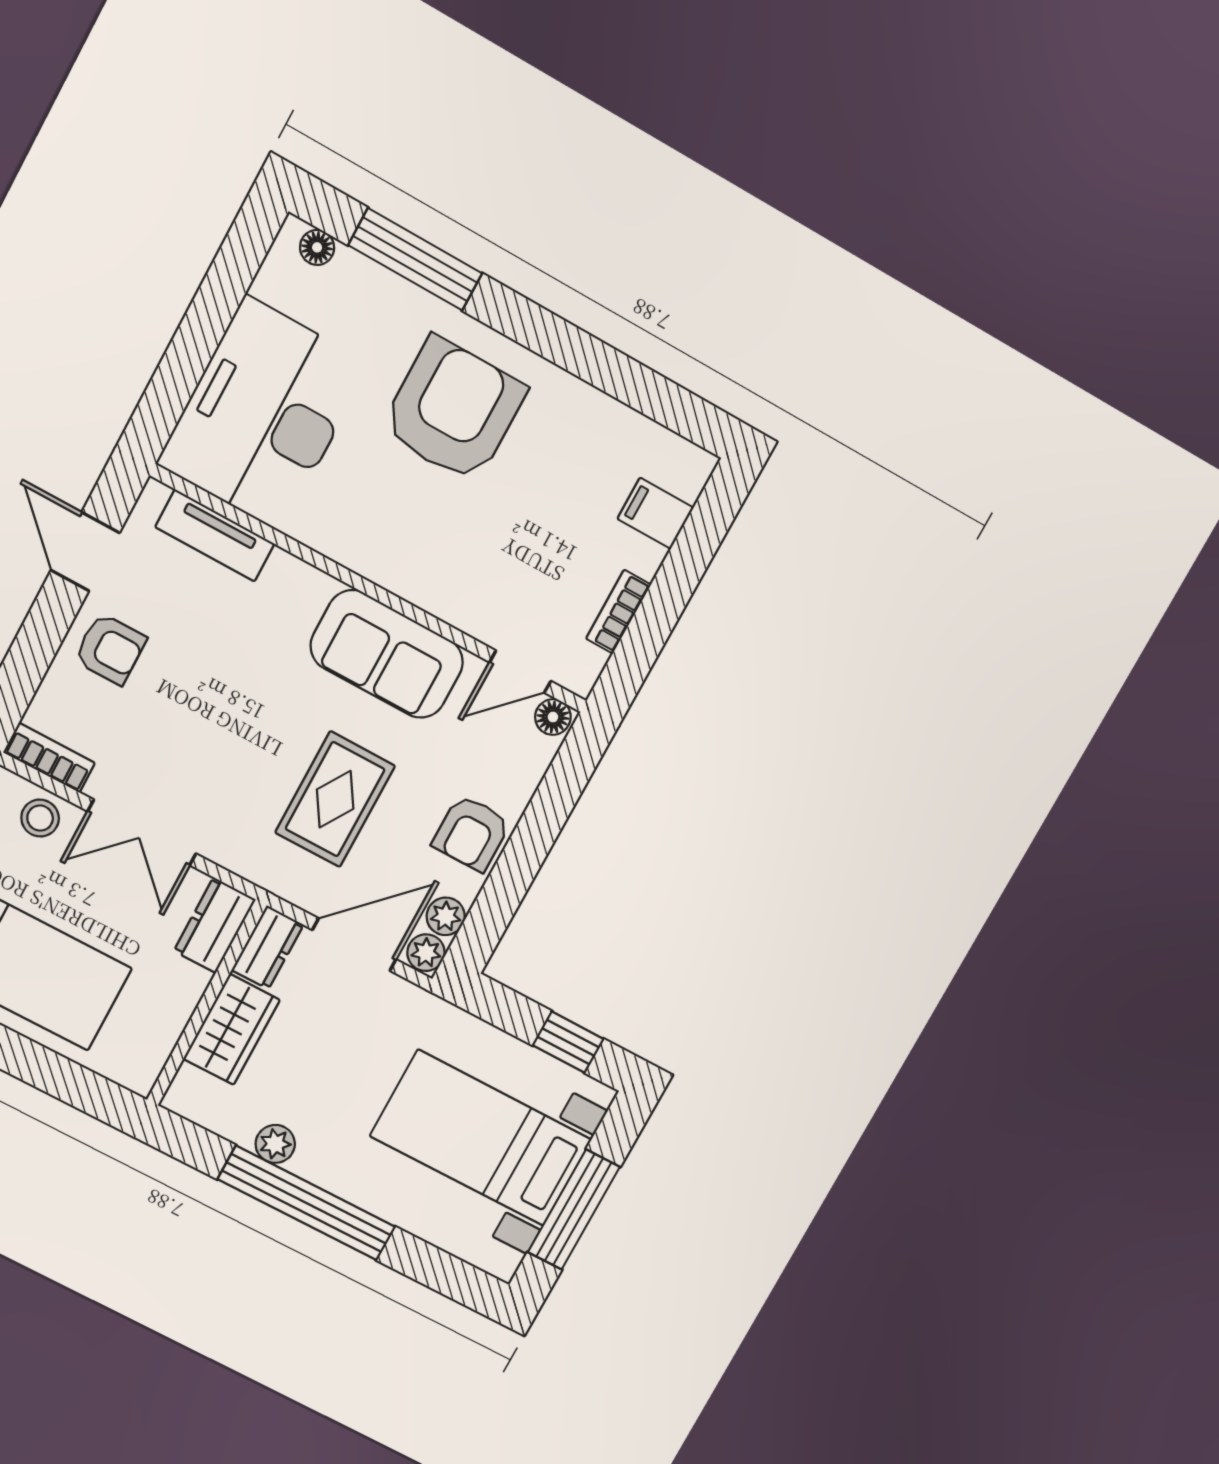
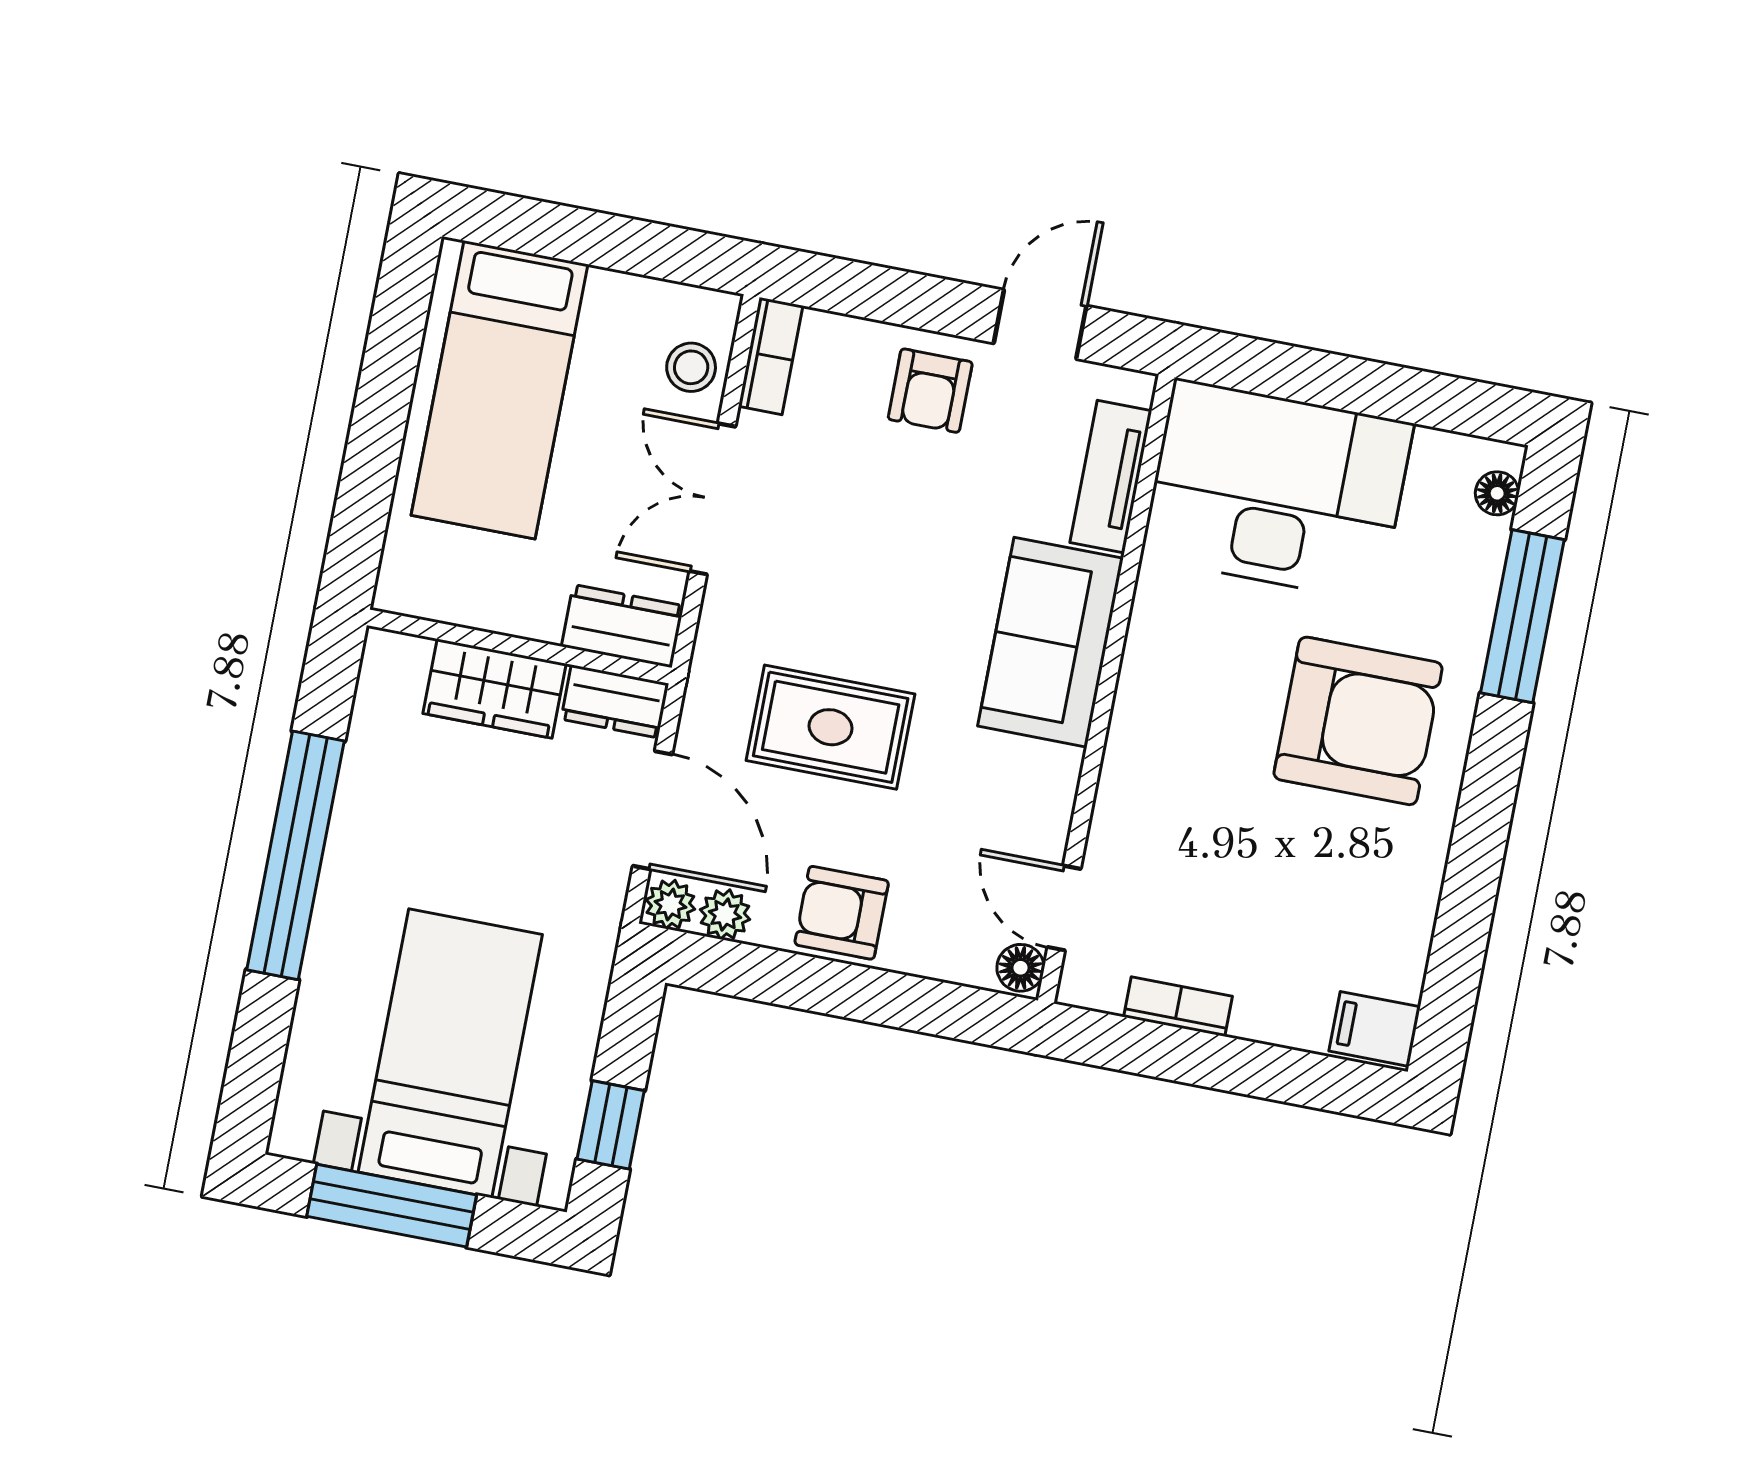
filing cabinet: (655, 513) -> (1375, 1029), moved, turned -90
sofa: (387, 654) -> (1050, 642), moved
plant: (275, 1144) -> (361, 791), removed

